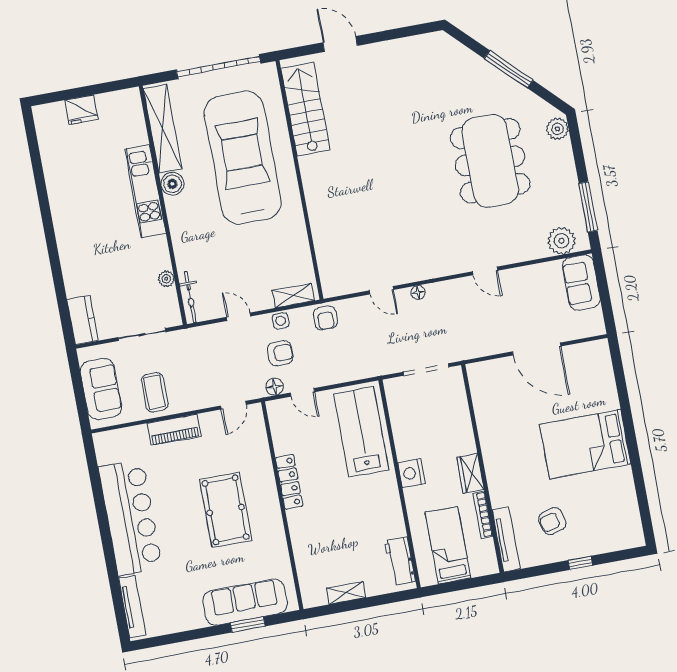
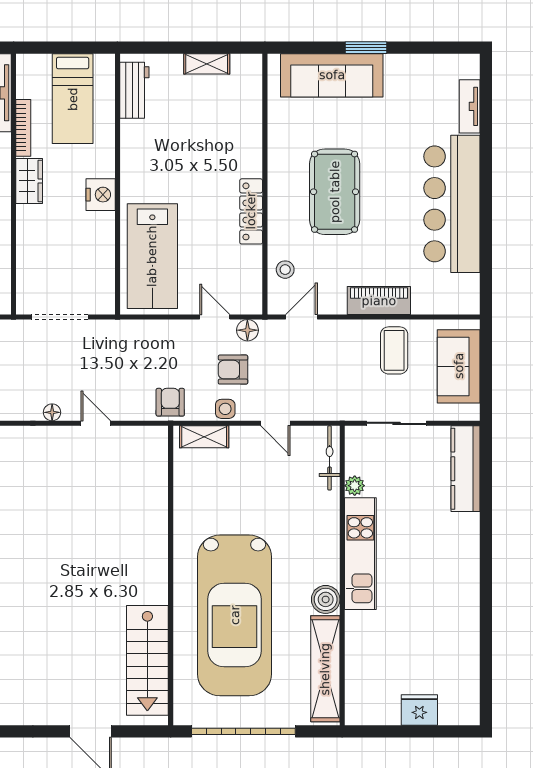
kitchen unit: (145, 191) -> (360, 554), moved
kitchen counter: (82, 320) -> (466, 469), width x1.50
stool: (253, 441) -> (285, 270), added
tv unit: (132, 606) -> (470, 106), width x0.71
window: (248, 625) -> (366, 48), moved

